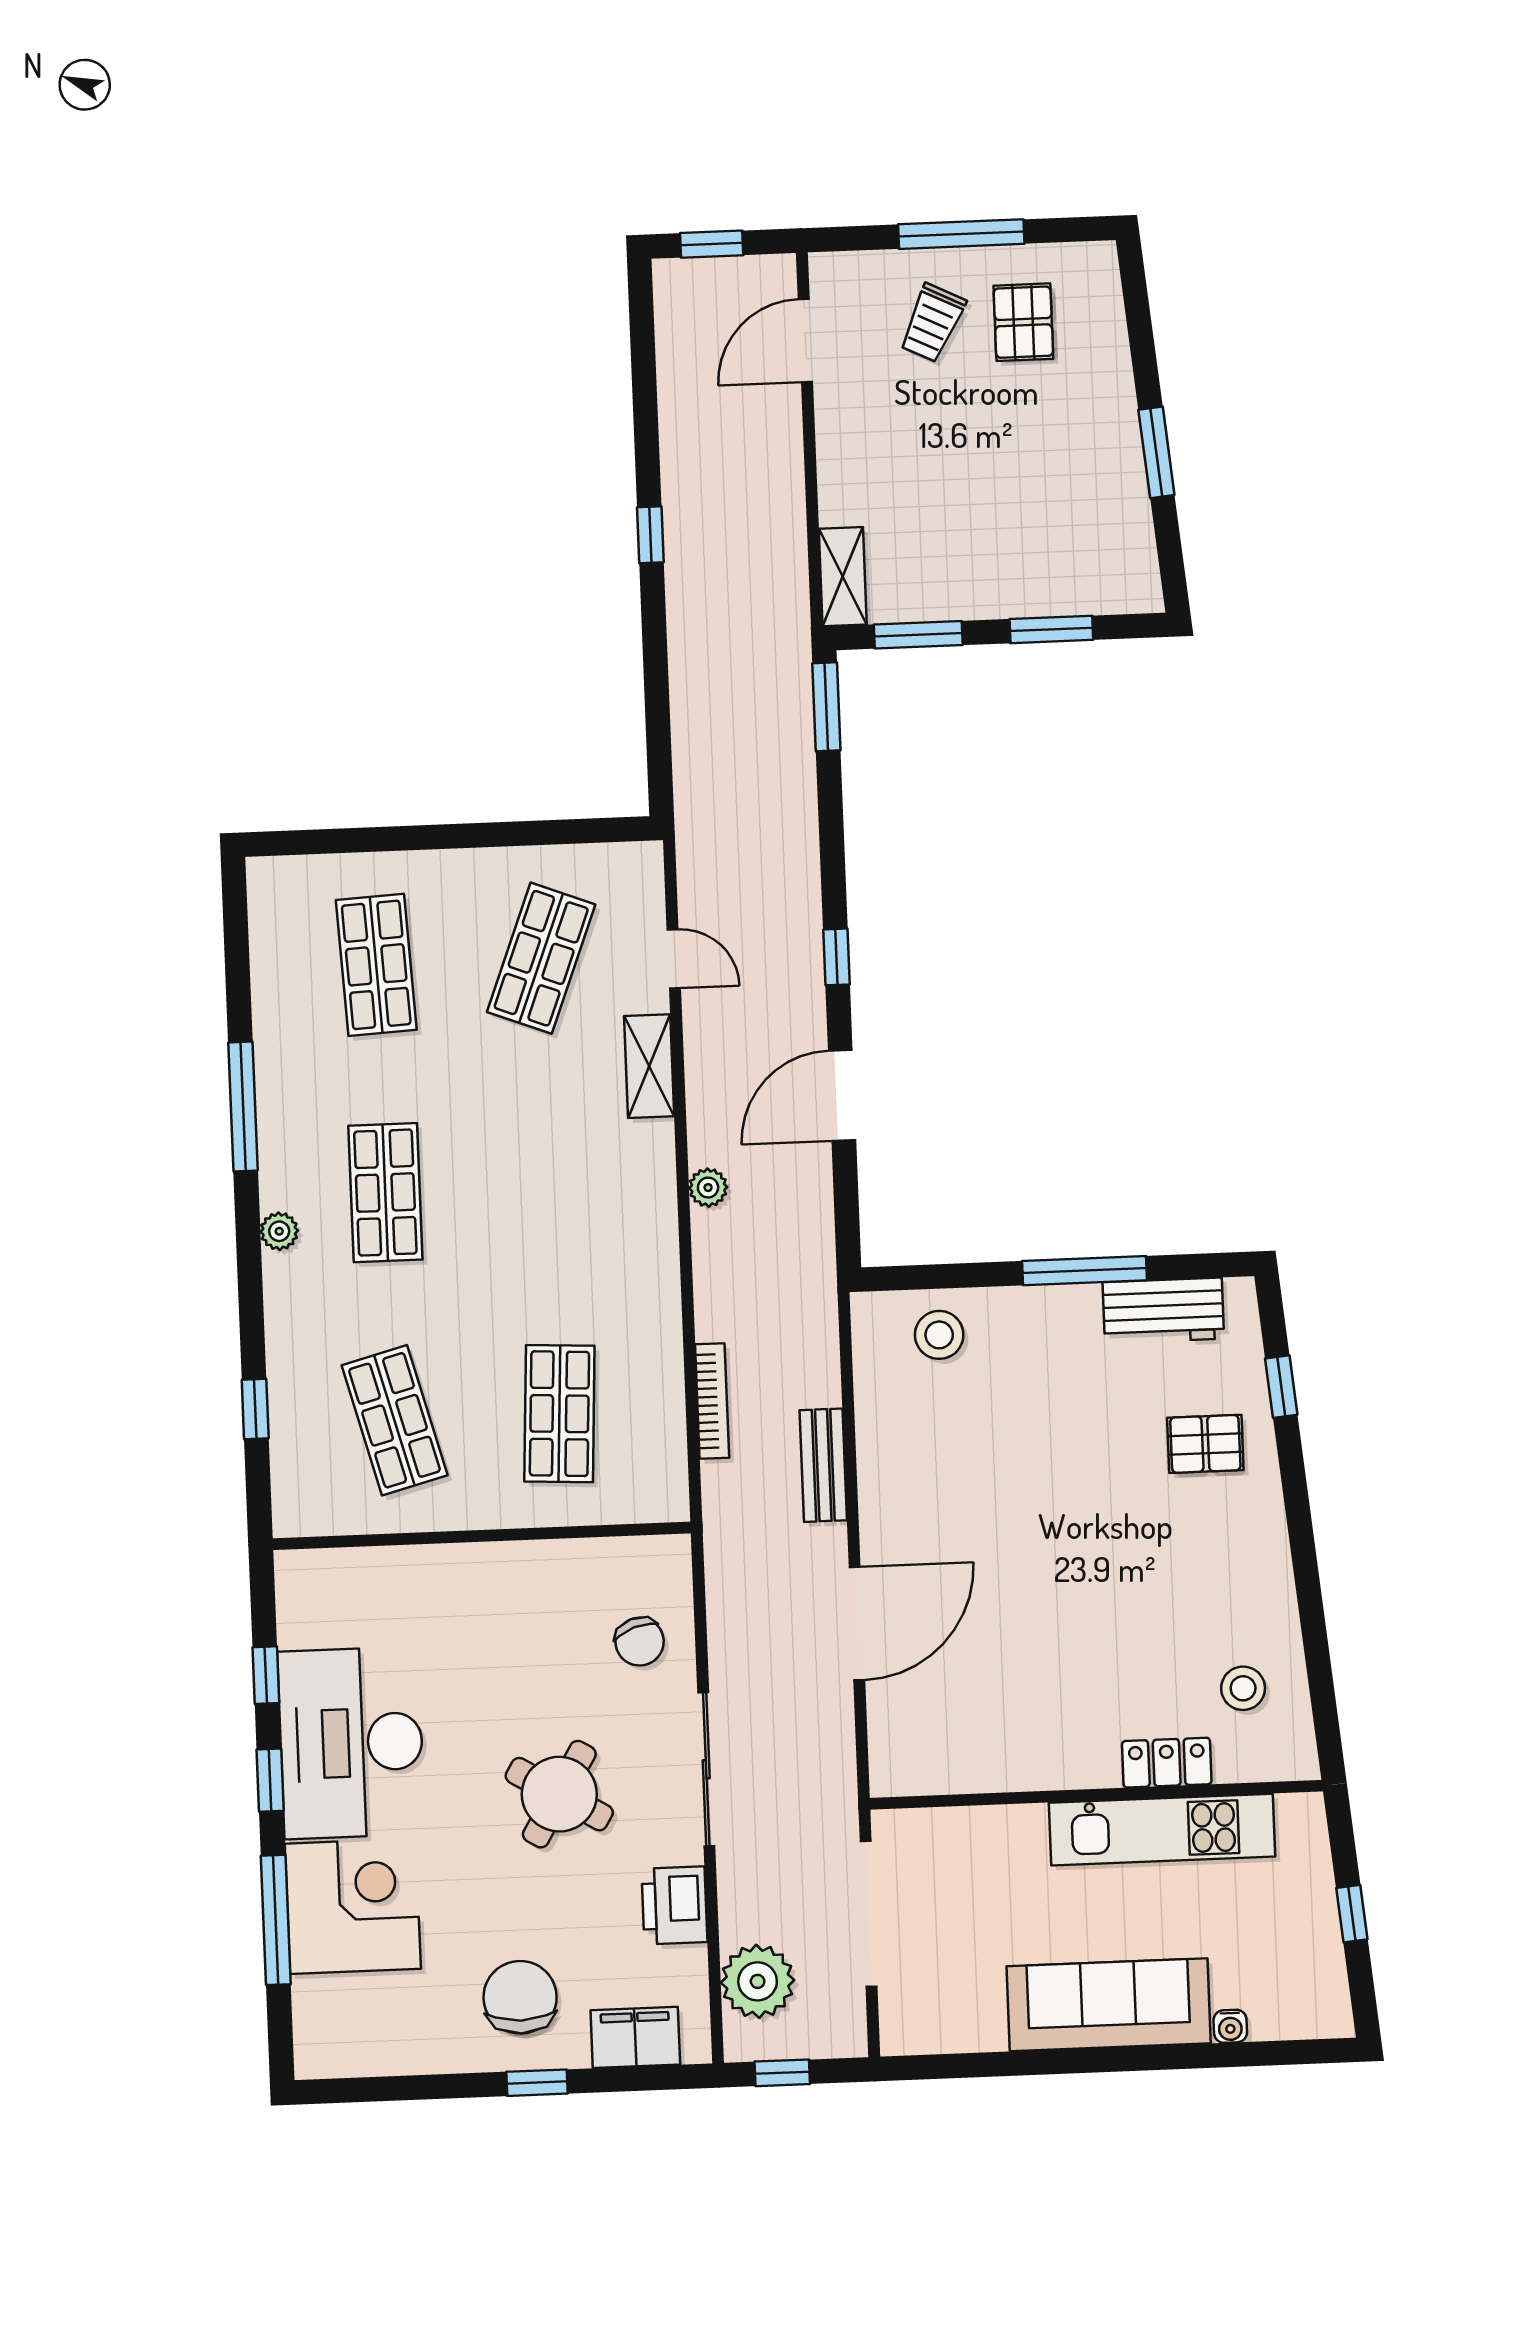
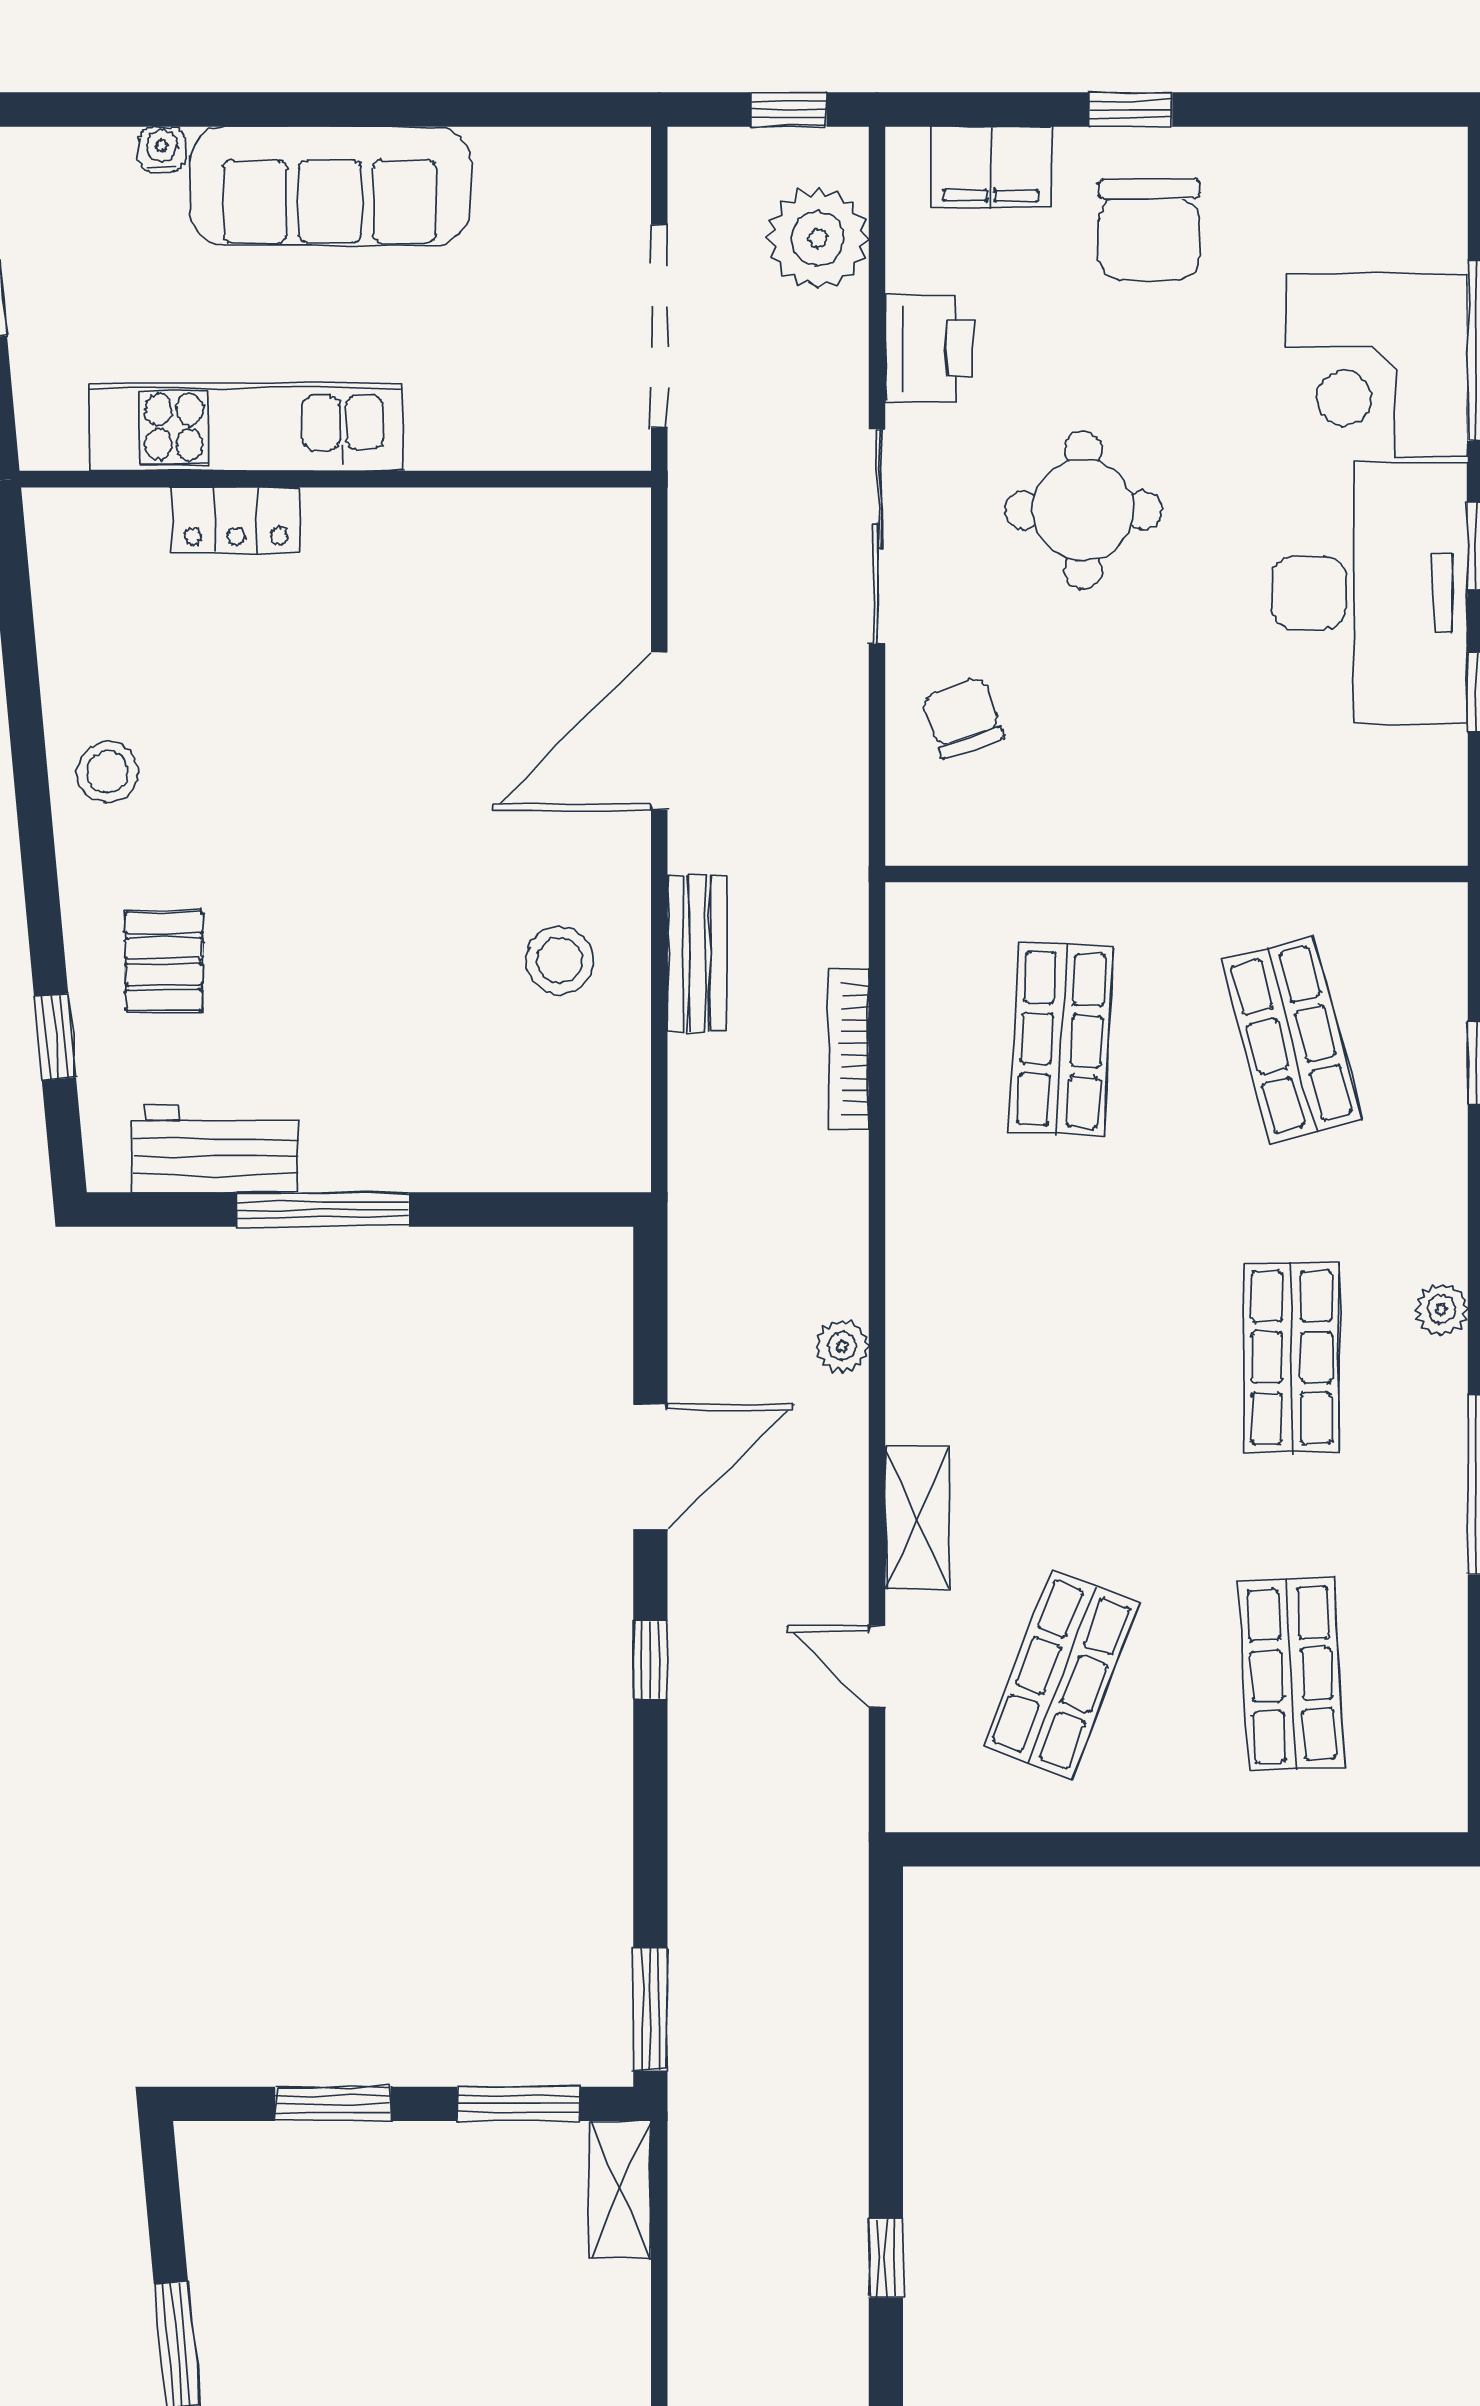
stool: (939, 1335) -> (560, 961), moved
pallet: (1205, 1444) -> (164, 961), turned 90
stool: (1243, 1688) -> (107, 772), moved
round table: (559, 1794) -> (1083, 510), turned -31

